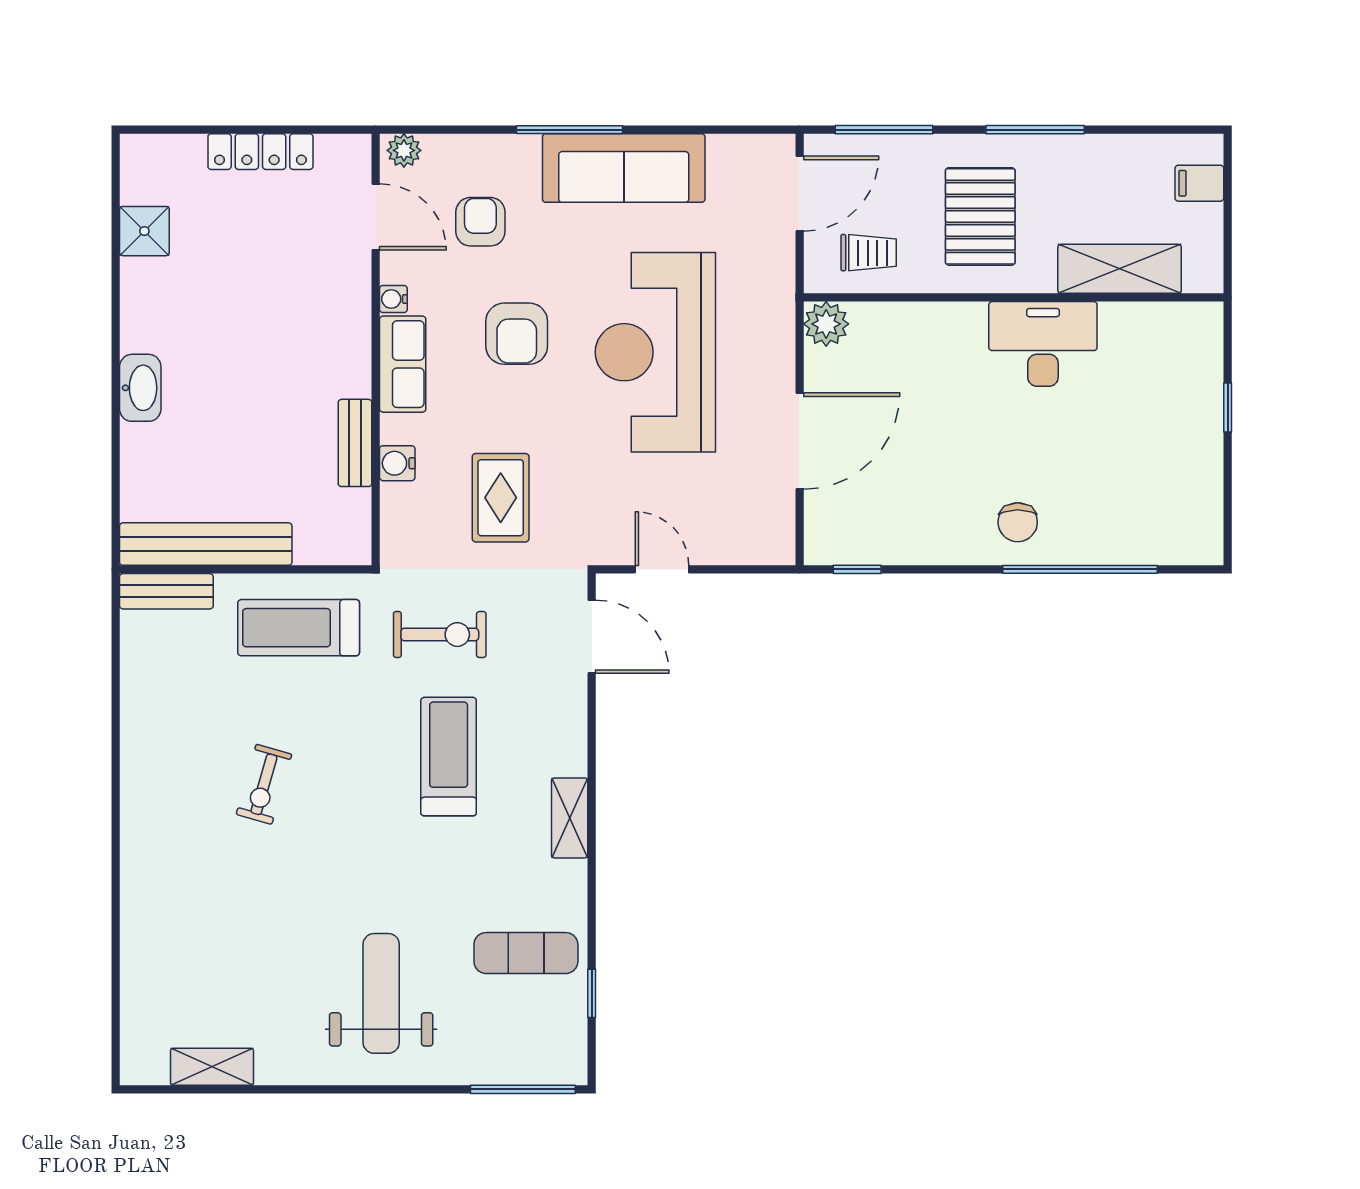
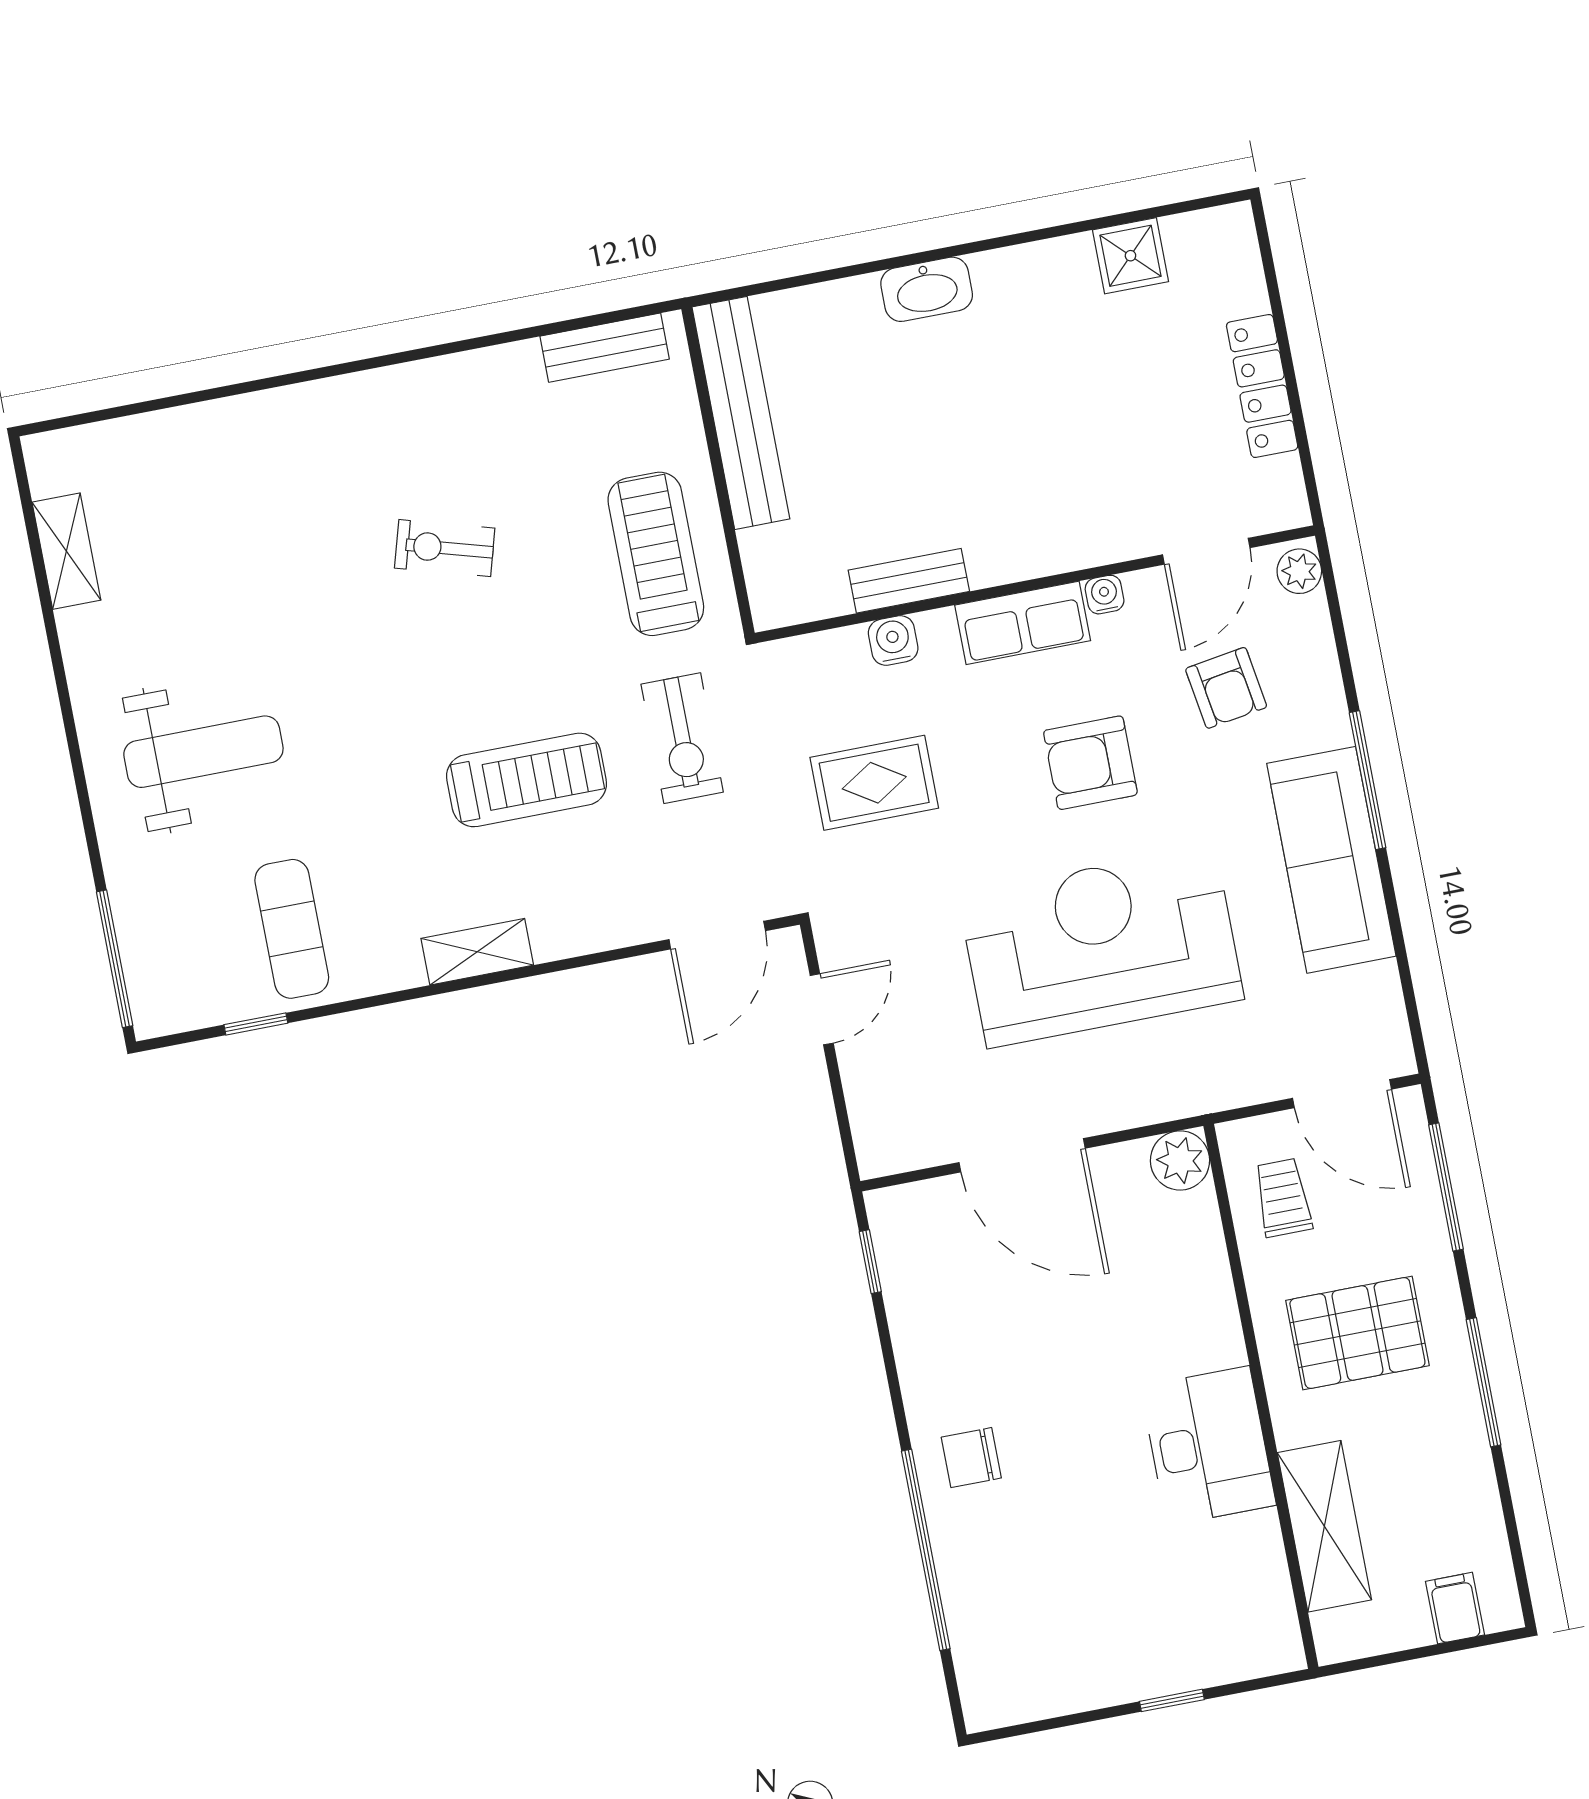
armchair: (480, 222) -> (1226, 688), turned 81
trolley: (869, 253) -> (1283, 1198), turned 180
bench: (166, 591) -> (605, 348), moved, turned 90

